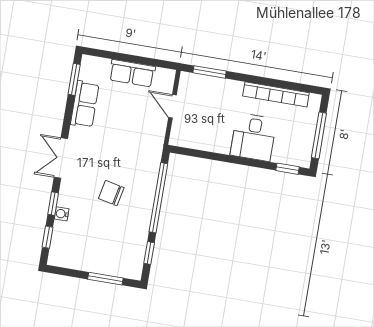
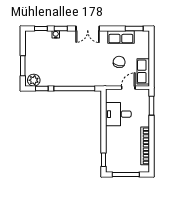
row of seats: (132, 73) -> (143, 71), moved
desk: (253, 137) -> (118, 114), moved
double door: (61, 158) -> (88, 29), swing flipped
chair: (111, 193) -> (119, 62), moved
plant: (133, 264) -> (34, 80), added

